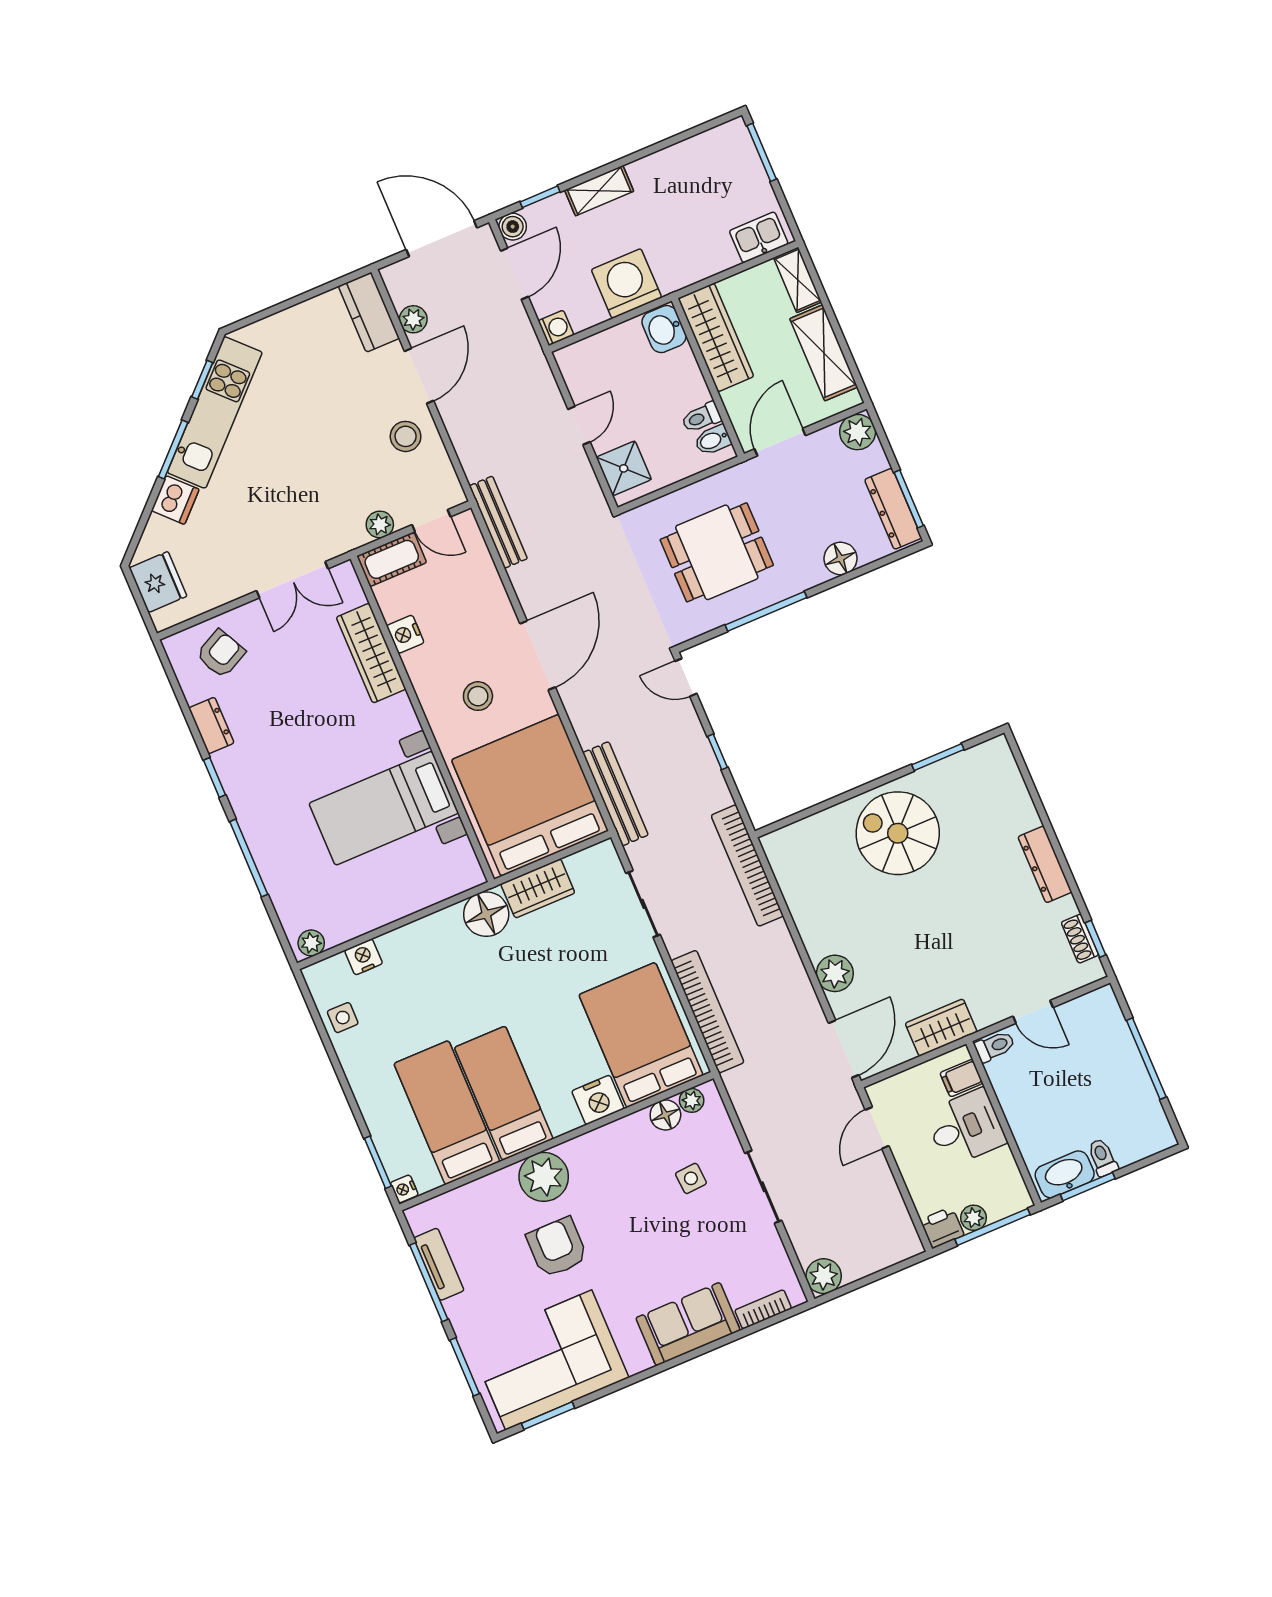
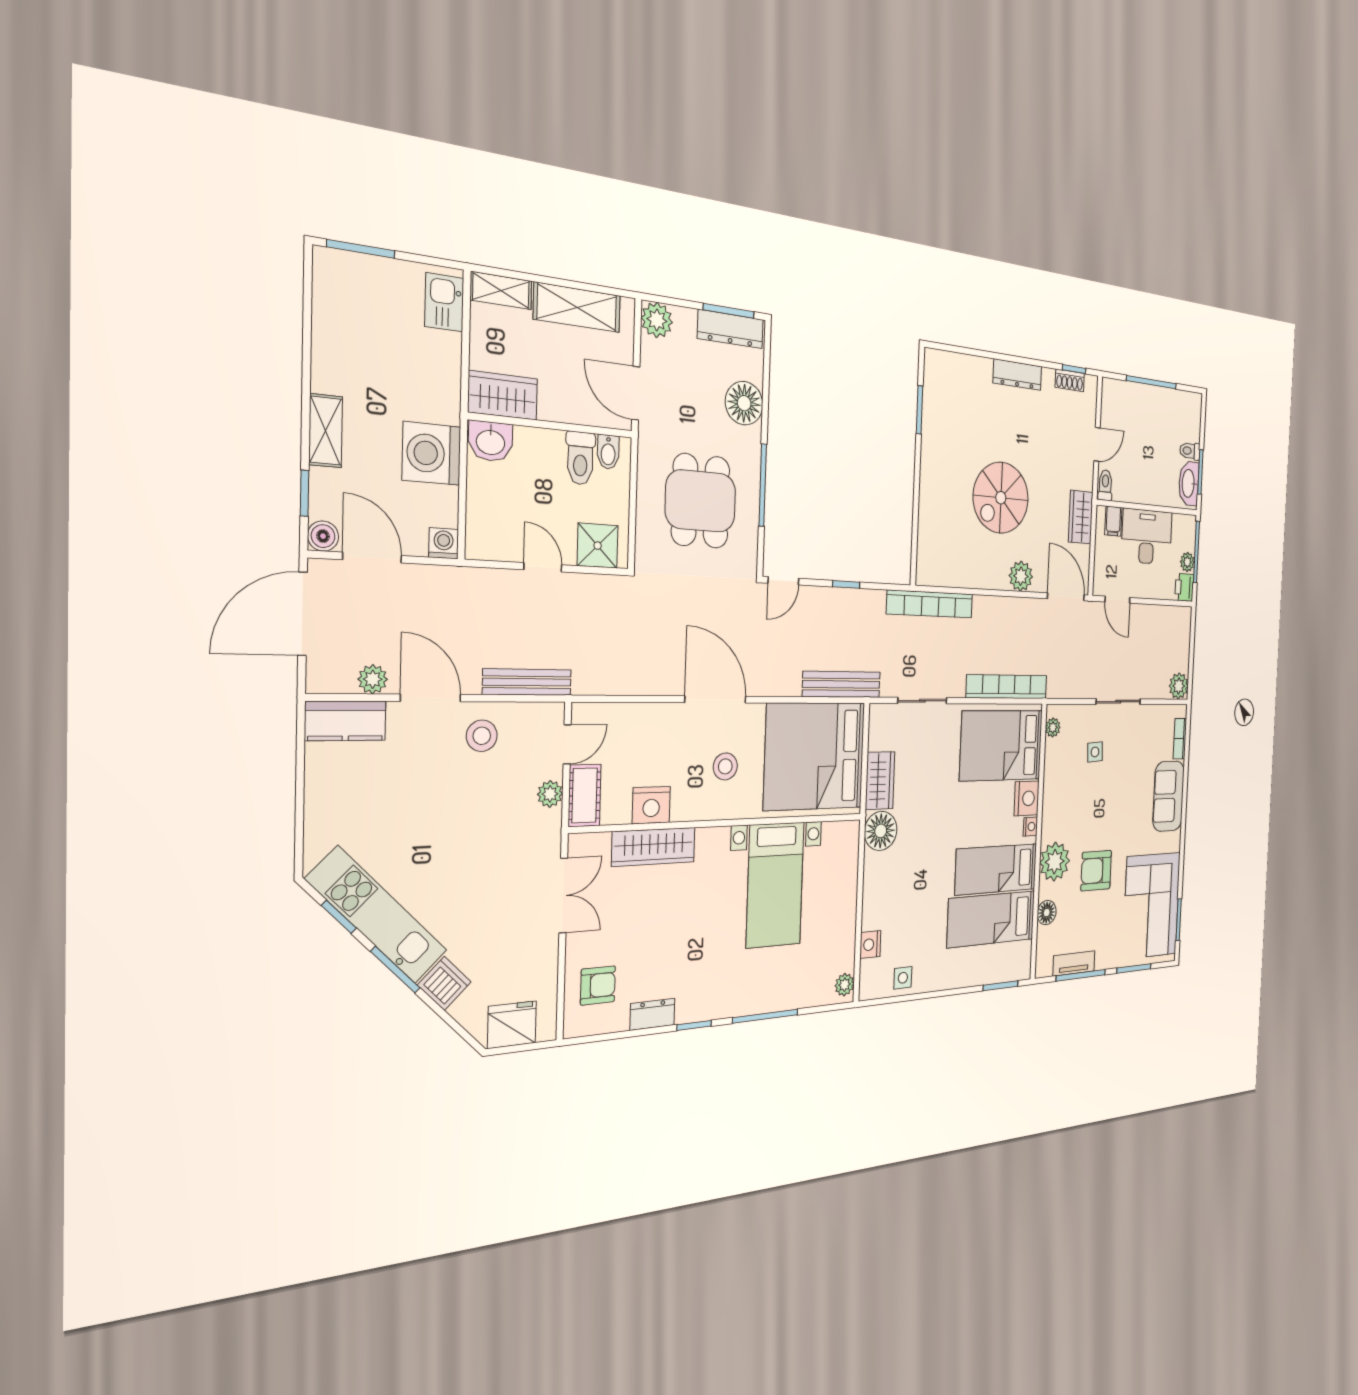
wardrobe: (716, 337) -> (503, 395), width x0.67
toilet: (701, 417) -> (580, 458), width x1.37, depth x1.39
bench: (498, 522) -> (527, 682), moved
floor lamp: (841, 558) -> (744, 403), width x1.38, depth x1.38
nightstand: (405, 634) -> (651, 805), width x1.36, depth x1.33
armchair: (221, 654) -> (598, 985), turned 117
spiral stairs: (898, 833) -> (1001, 498), moved
floor lamp: (665, 1115) -> (1047, 913), moved
desk: (965, 1127) -> (1147, 537), width x1.37
nightstand: (404, 1189) -> (1030, 827), moved, turned -90

